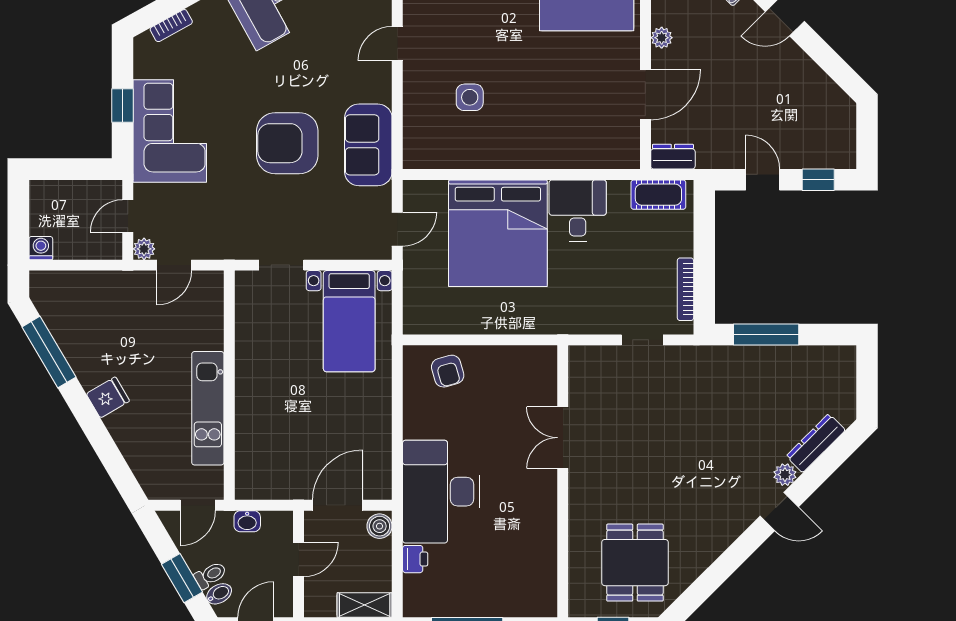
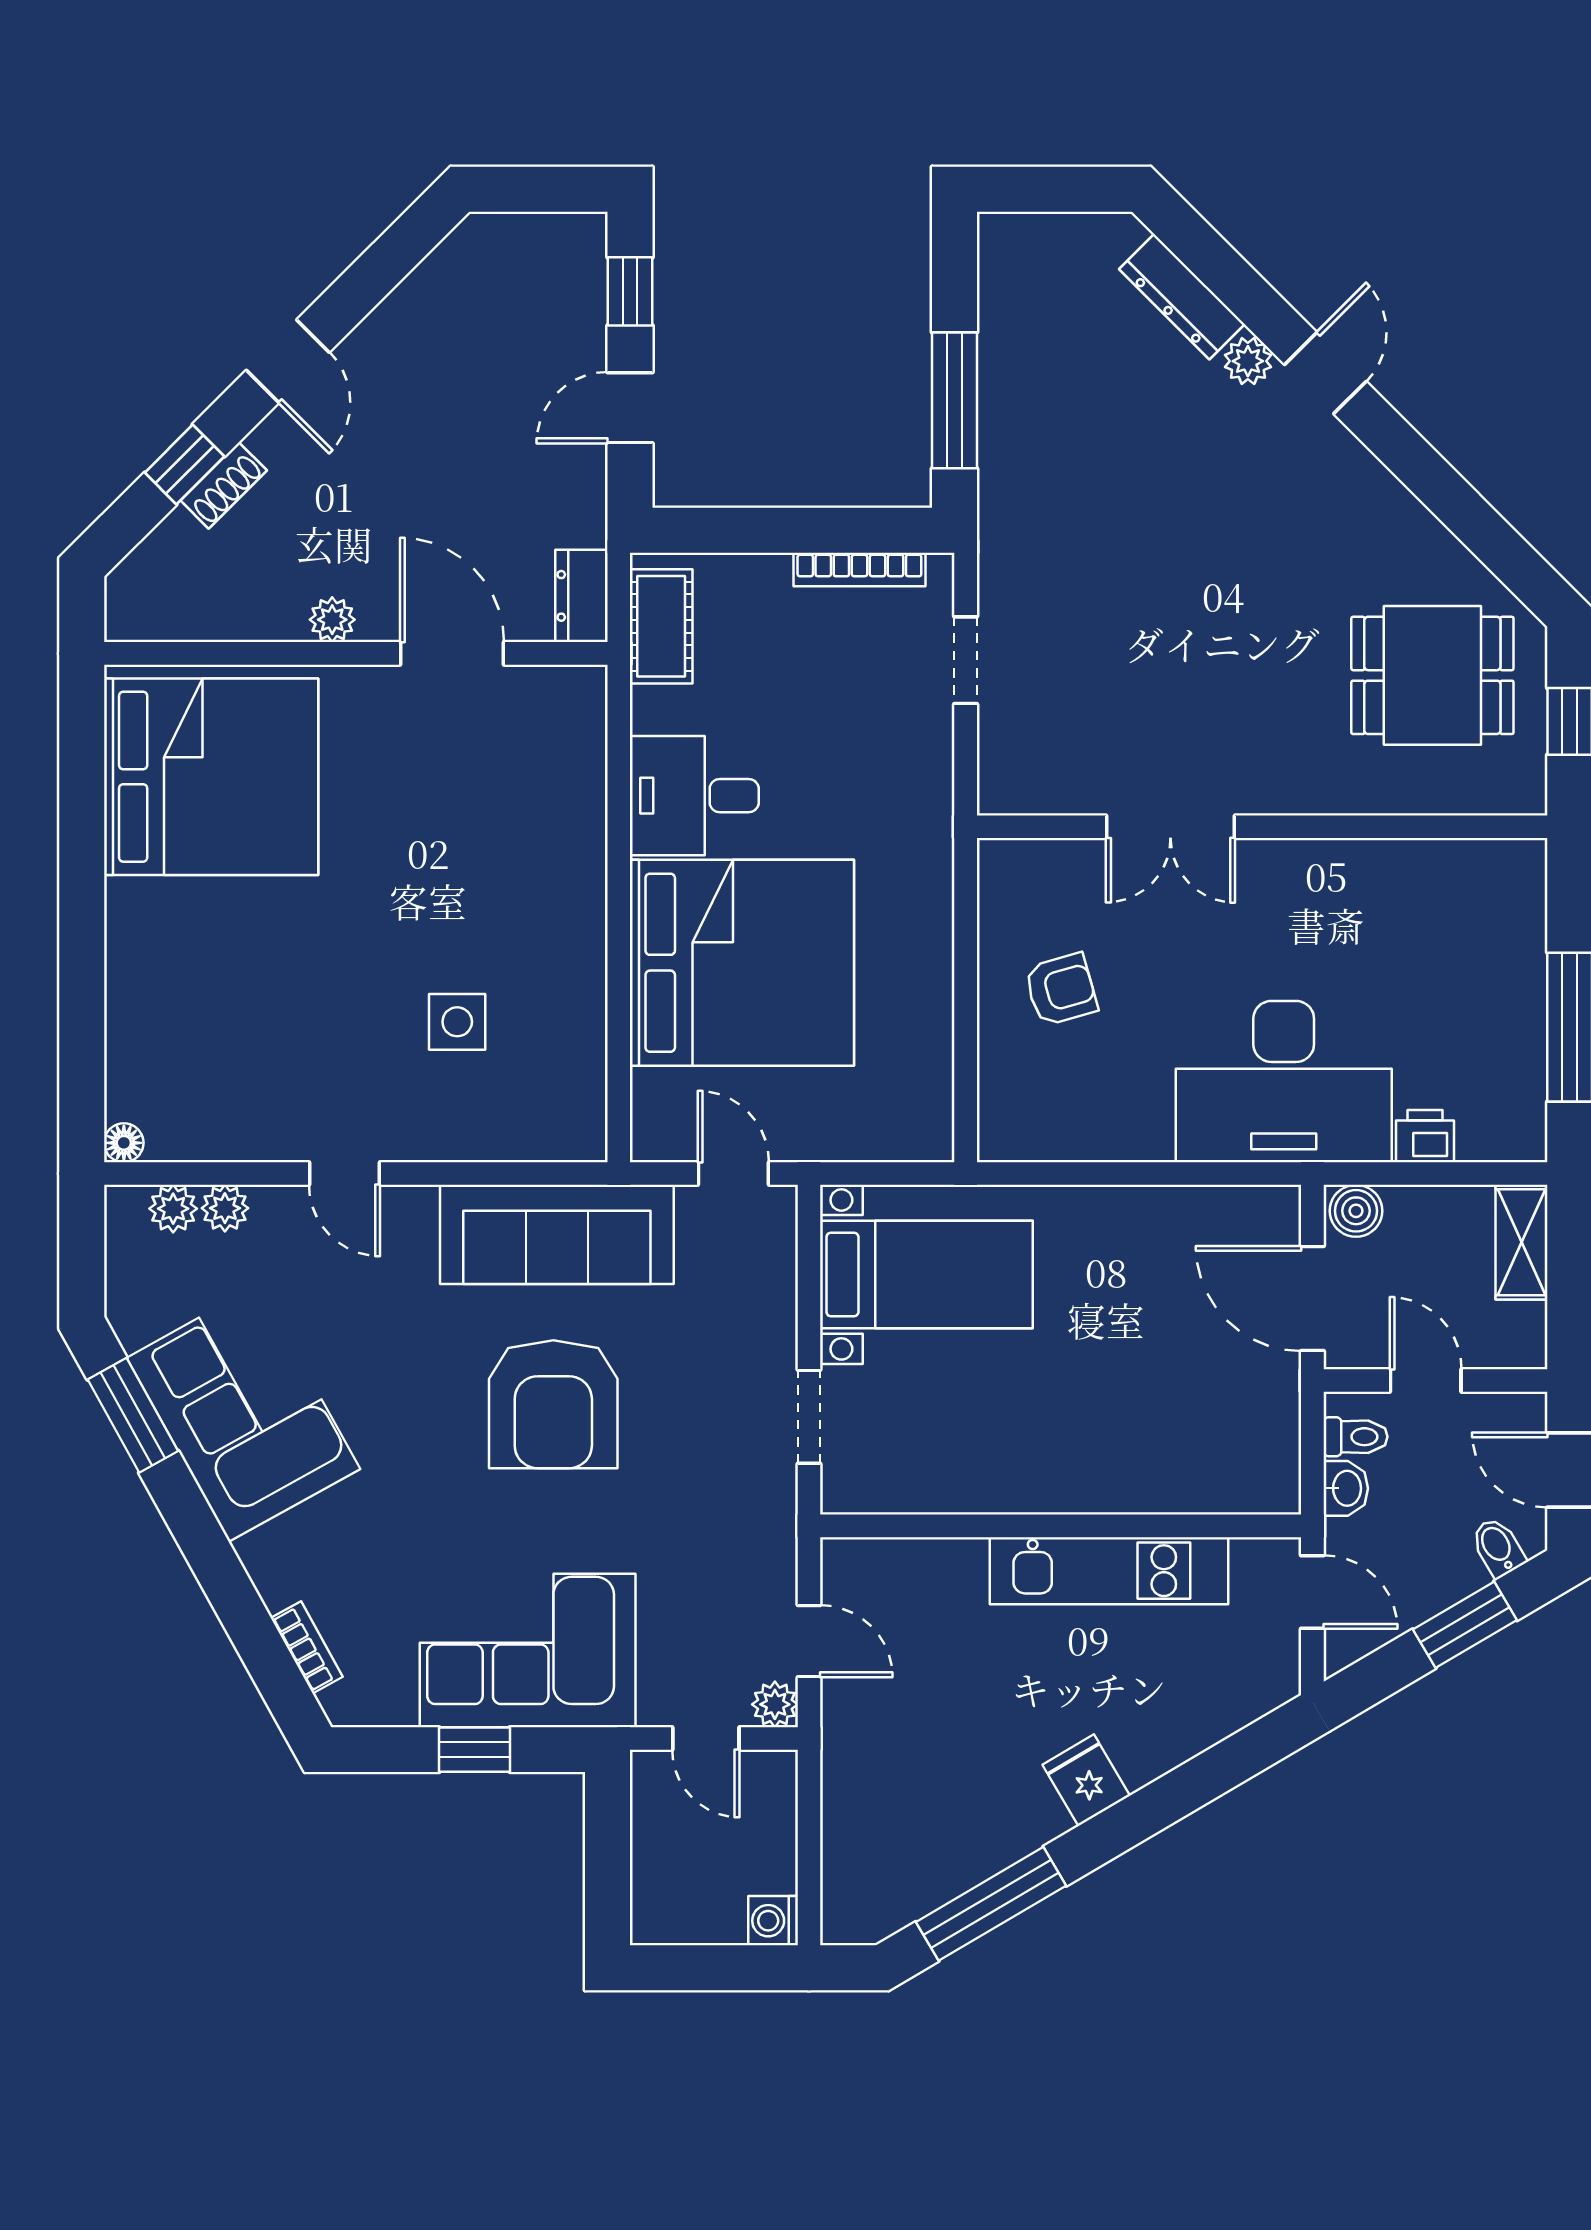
sofa: (368, 145) -> (557, 1234), width x1.36
armchair: (448, 371) -> (1061, 989), moved
toilet: (210, 575) -> (1355, 1437), moved, turned 120

